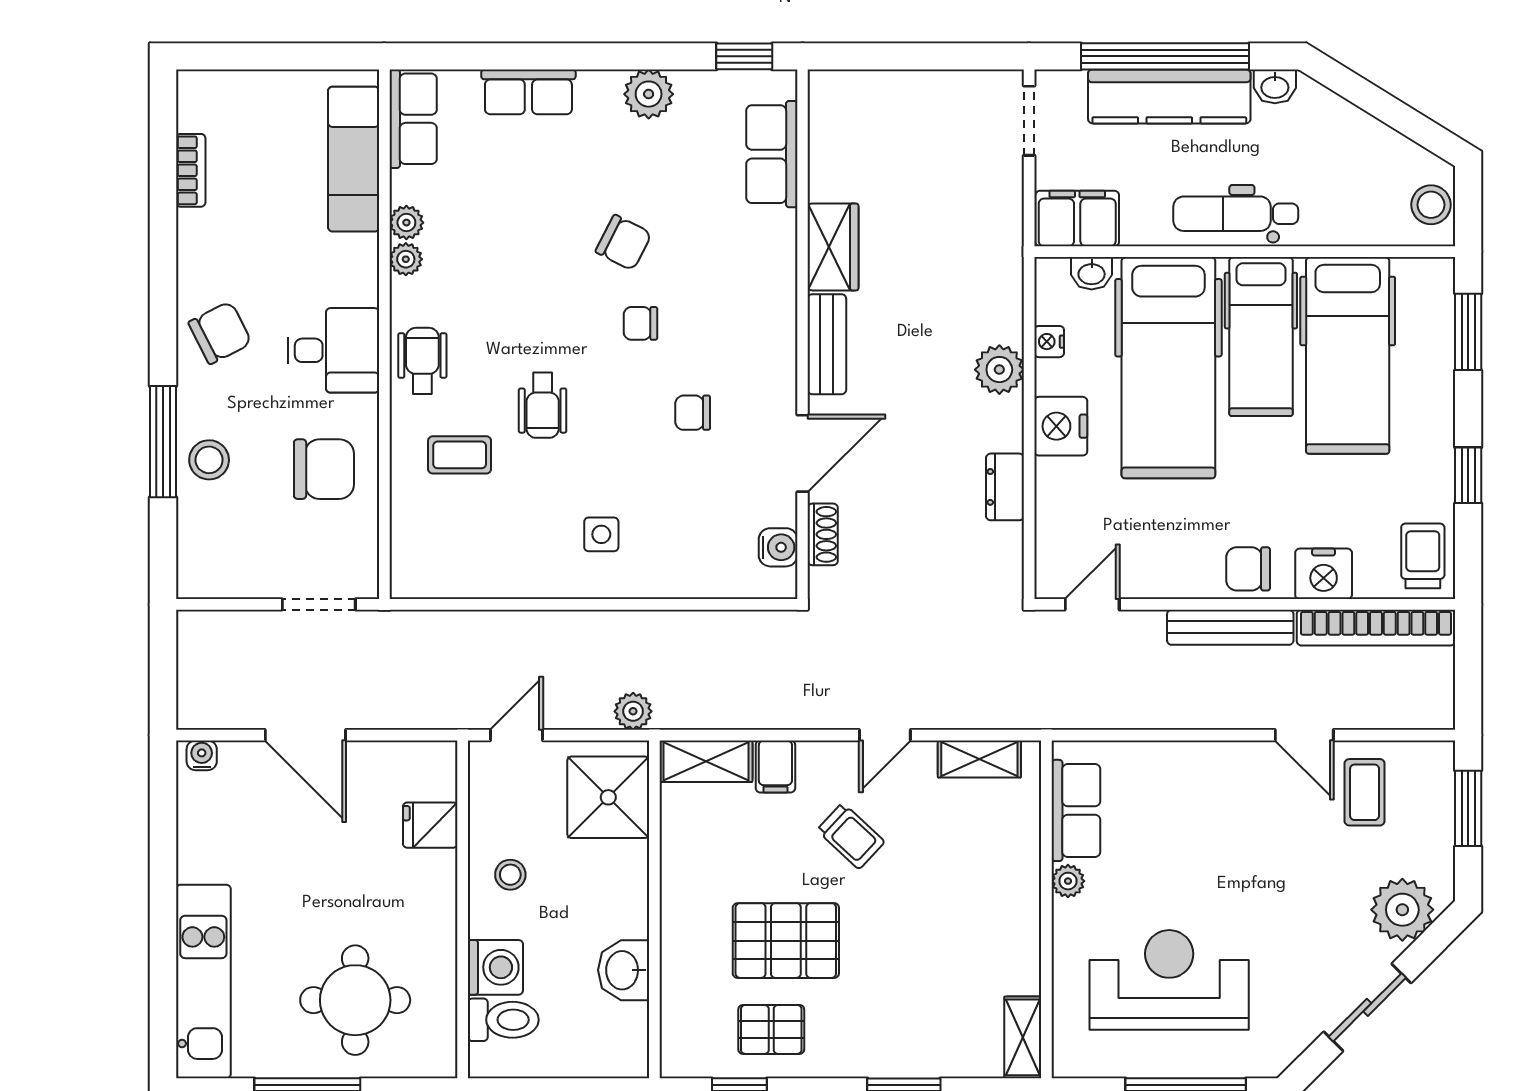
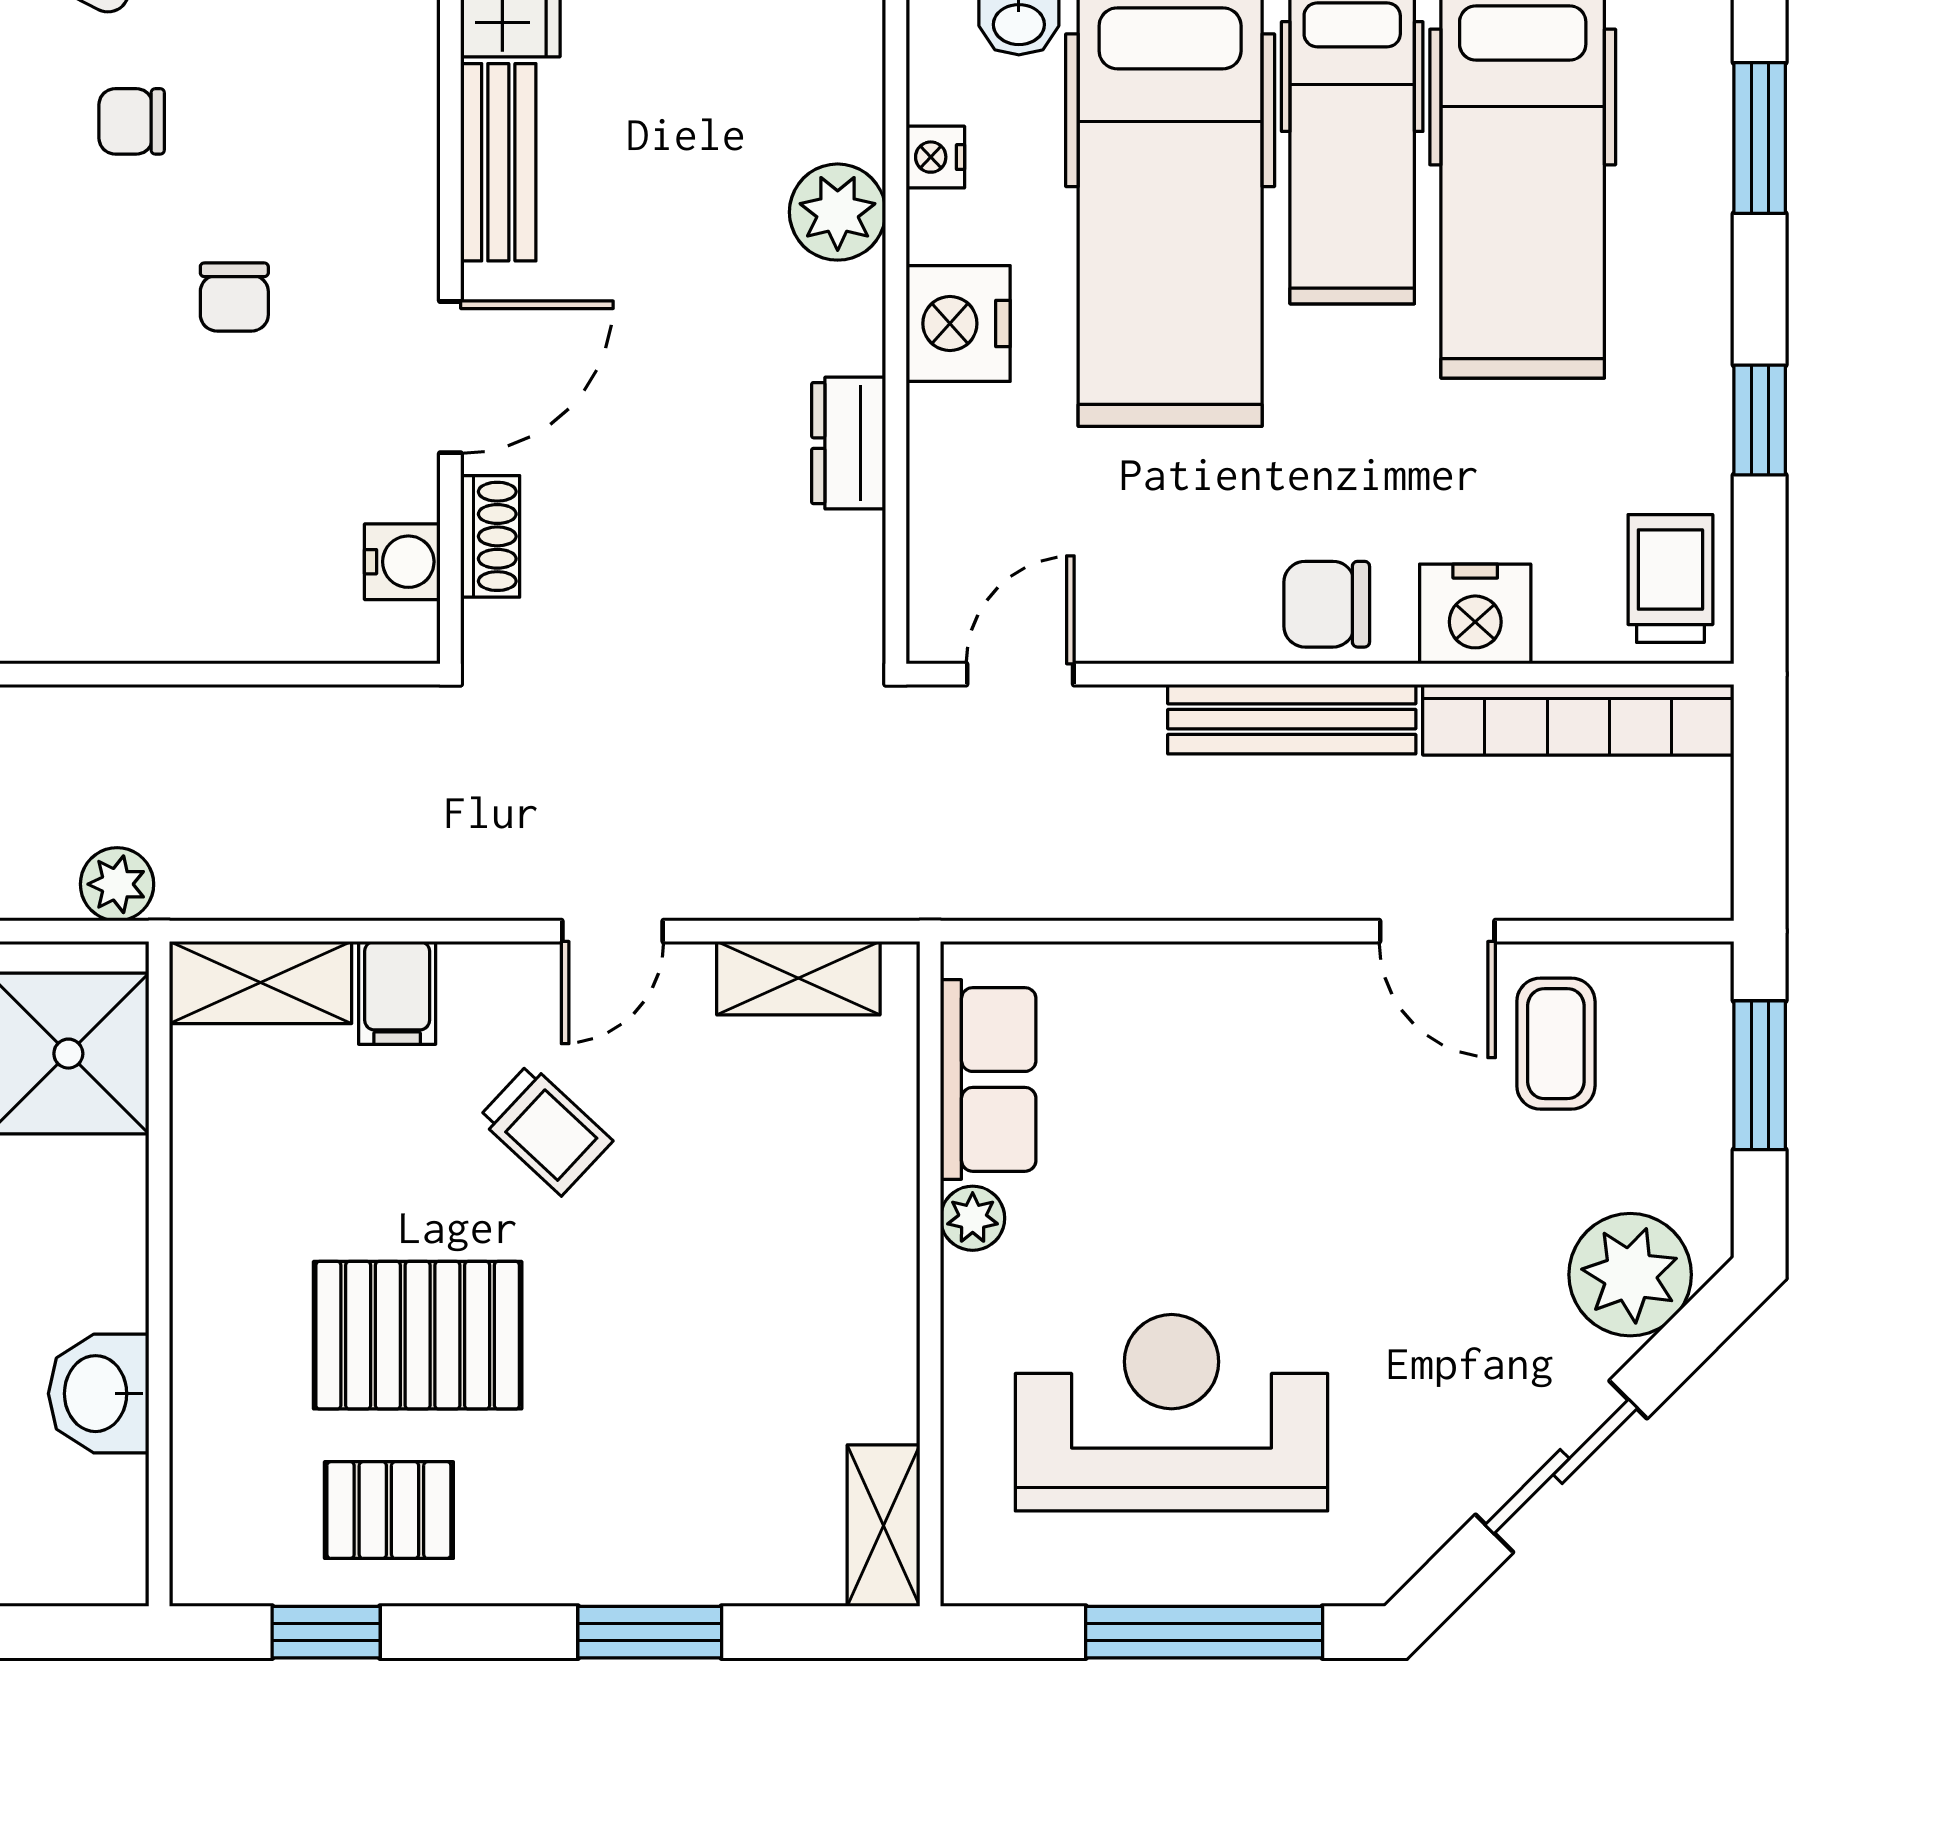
chair: (693, 413) -> (234, 297), turned -90
side table: (601, 534) -> (55, 536), removed

